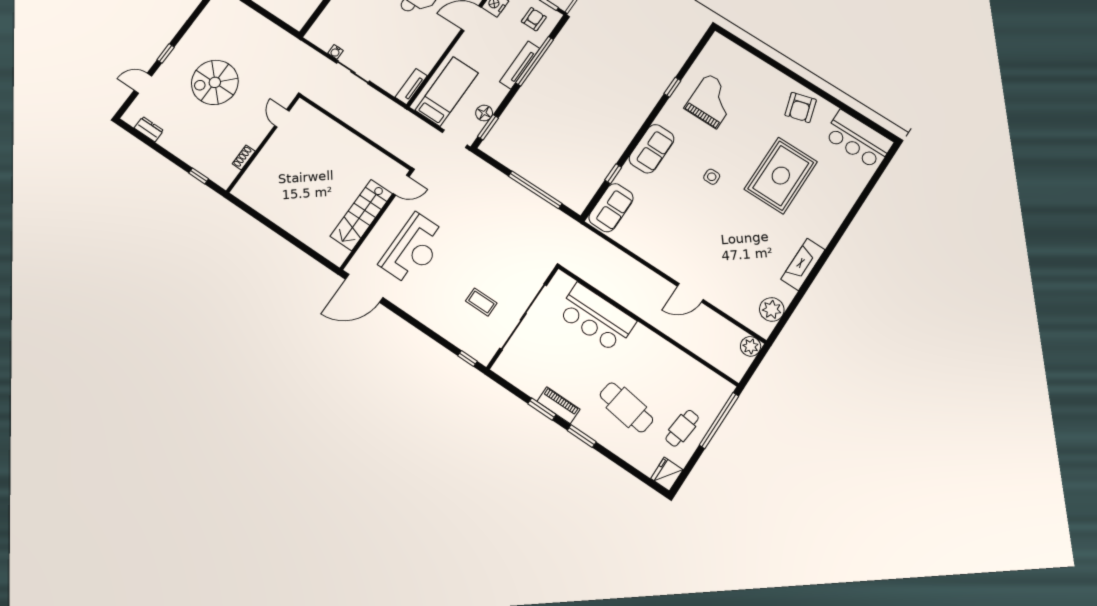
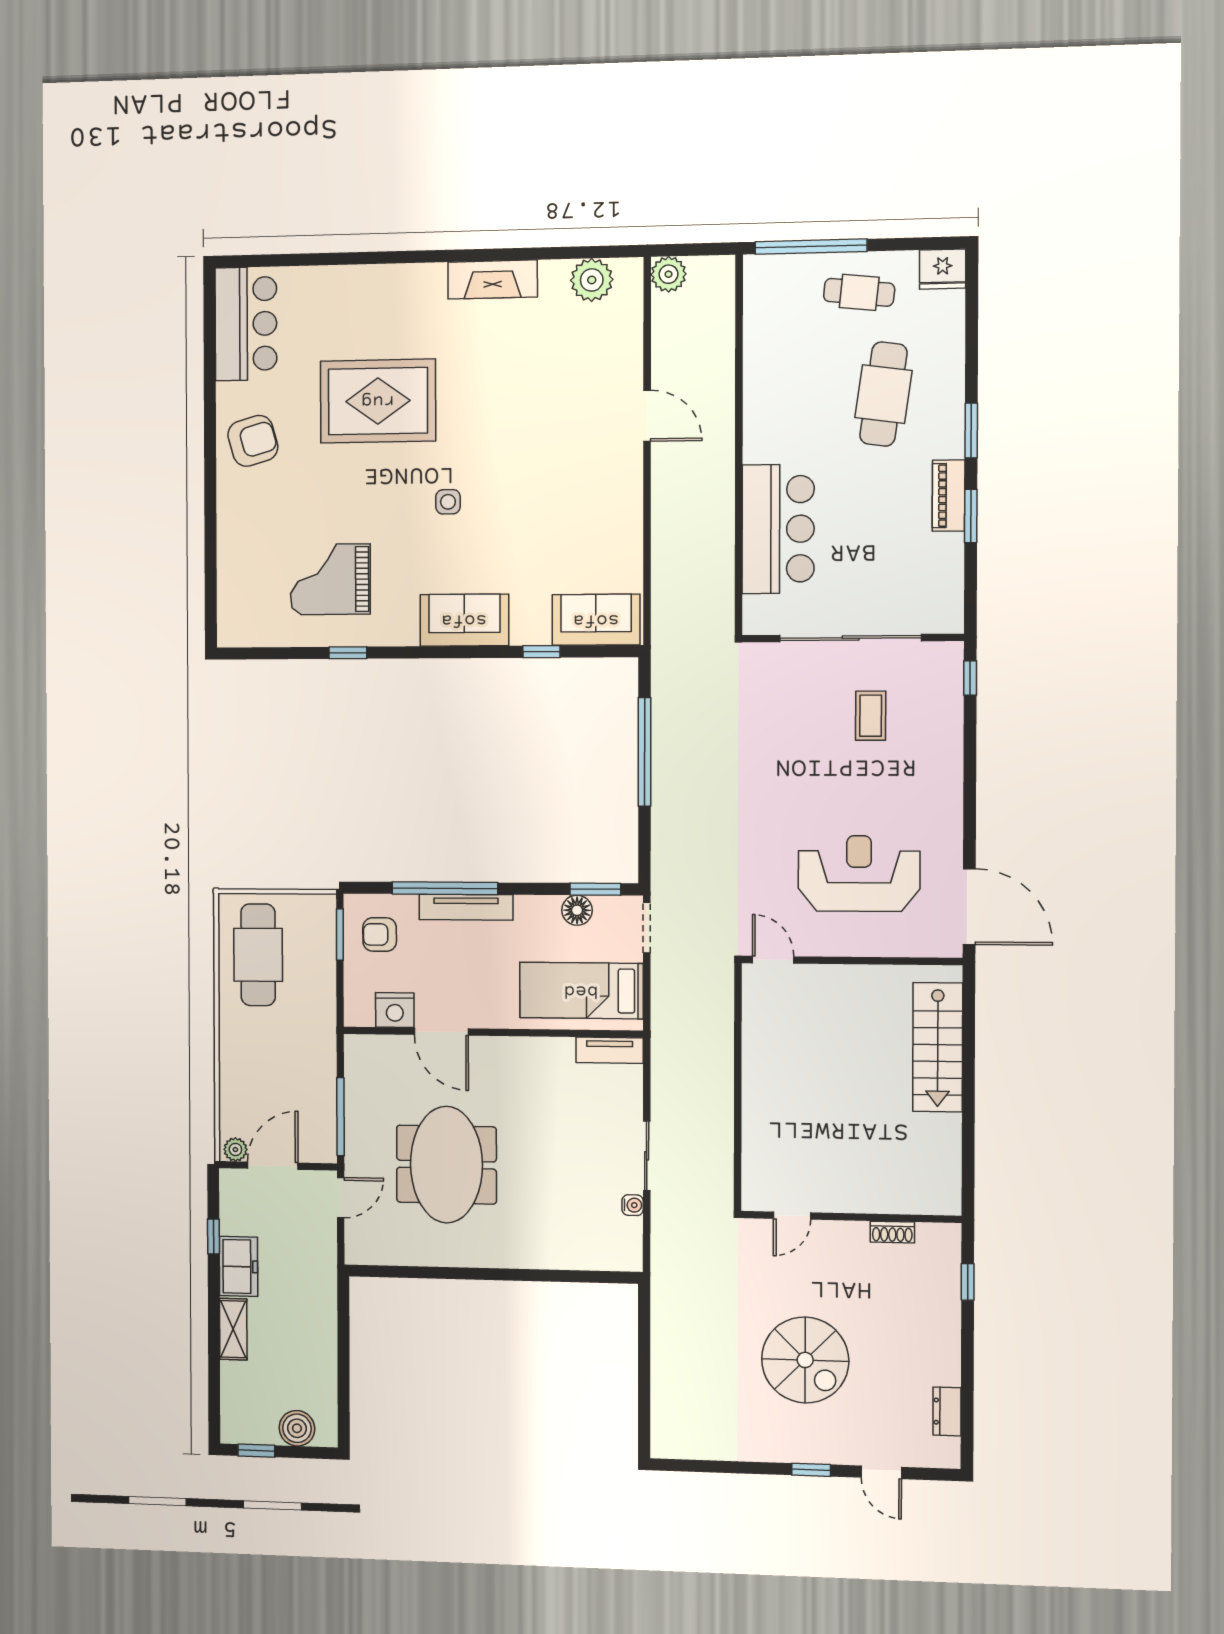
stairs: (361, 215) -> (938, 1047), moved, turned 90

